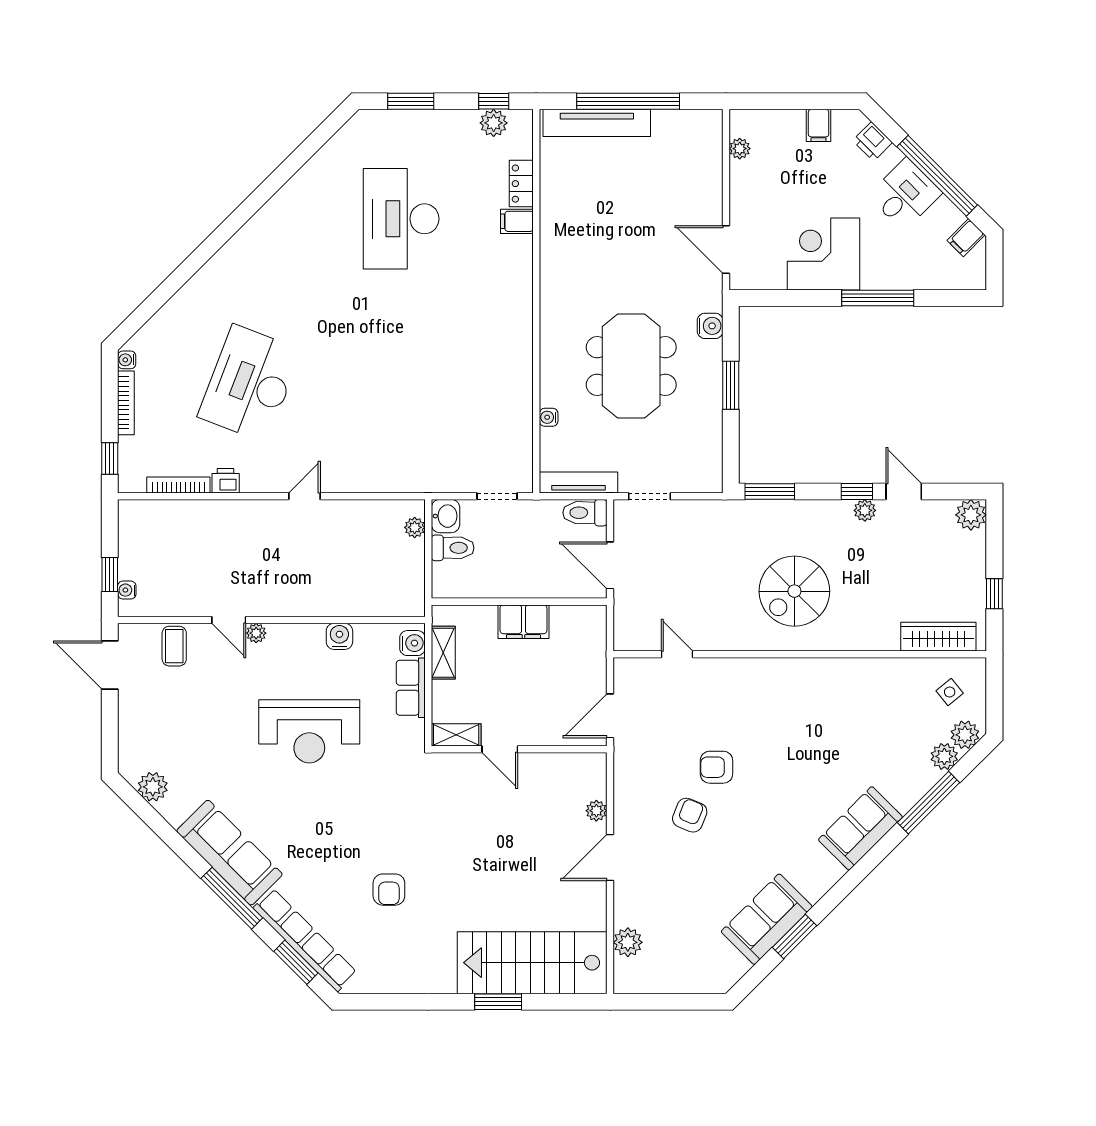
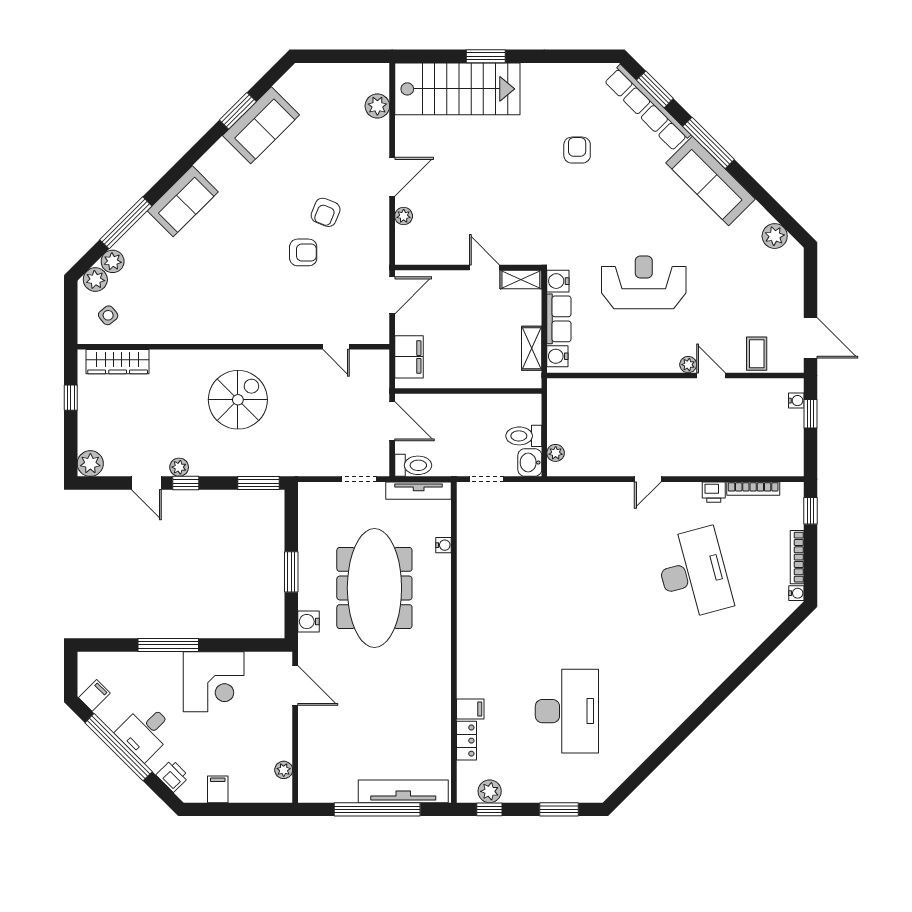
meeting table: (631, 366) -> (374, 588), width x1.36
desk: (250, 383) -> (694, 573), turned -36
filing cabinet: (523, 622) -> (409, 357), moved, turned 90
water cooler: (339, 636) -> (558, 281), moved, turned 90

